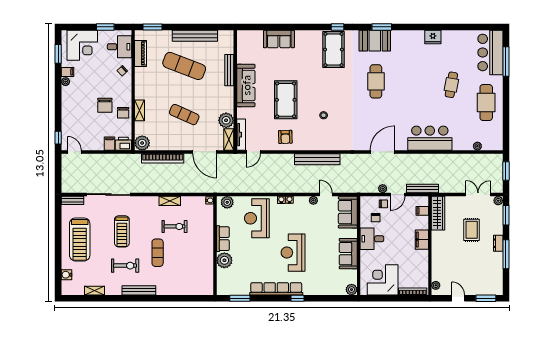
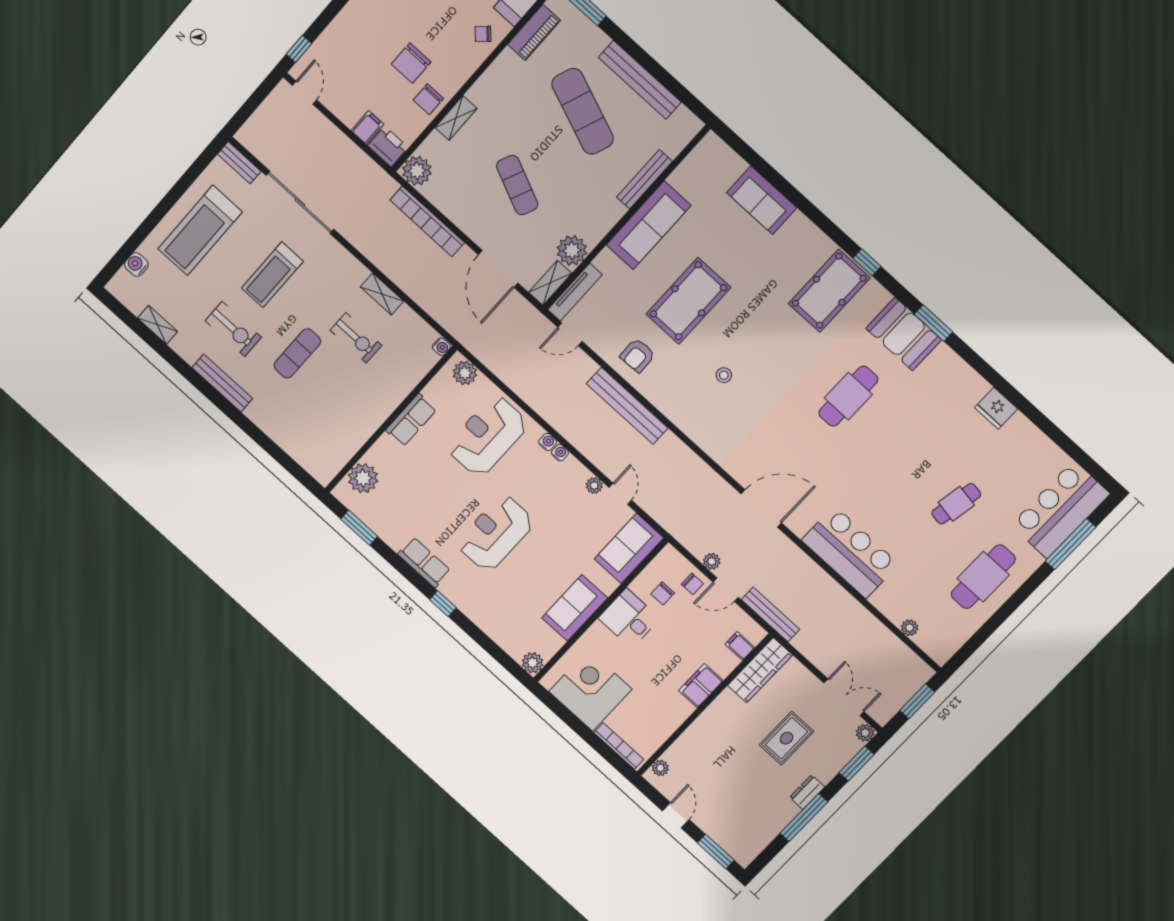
bench: (317, 159) -> (627, 406), moved
plant: (224, 260) -> (363, 478), moved
row of seats: (276, 289) -> (424, 562), width x0.50

